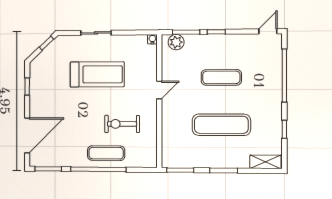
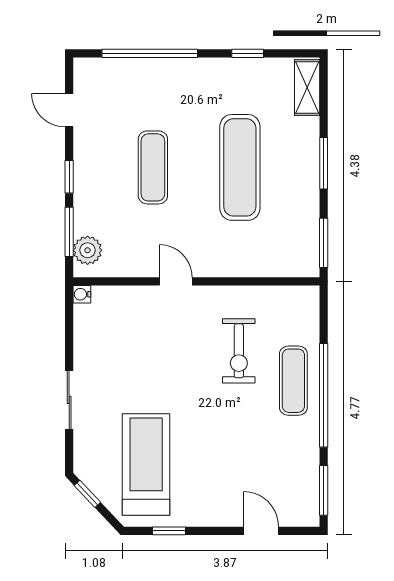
door: (268, 31) -> (69, 110), moved
treadmill: (97, 74) -> (146, 465), moved
door: (27, 135) -> (261, 531), width x0.53

